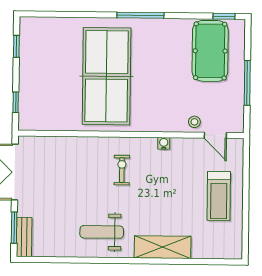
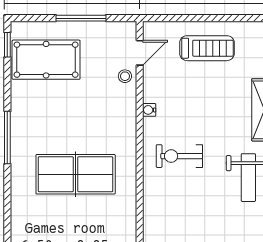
table tennis table: (107, 76) -> (76, 174), width x0.73, depth x0.76
exercise bike: (122, 170) -> (179, 156), width x1.38, depth x1.39

